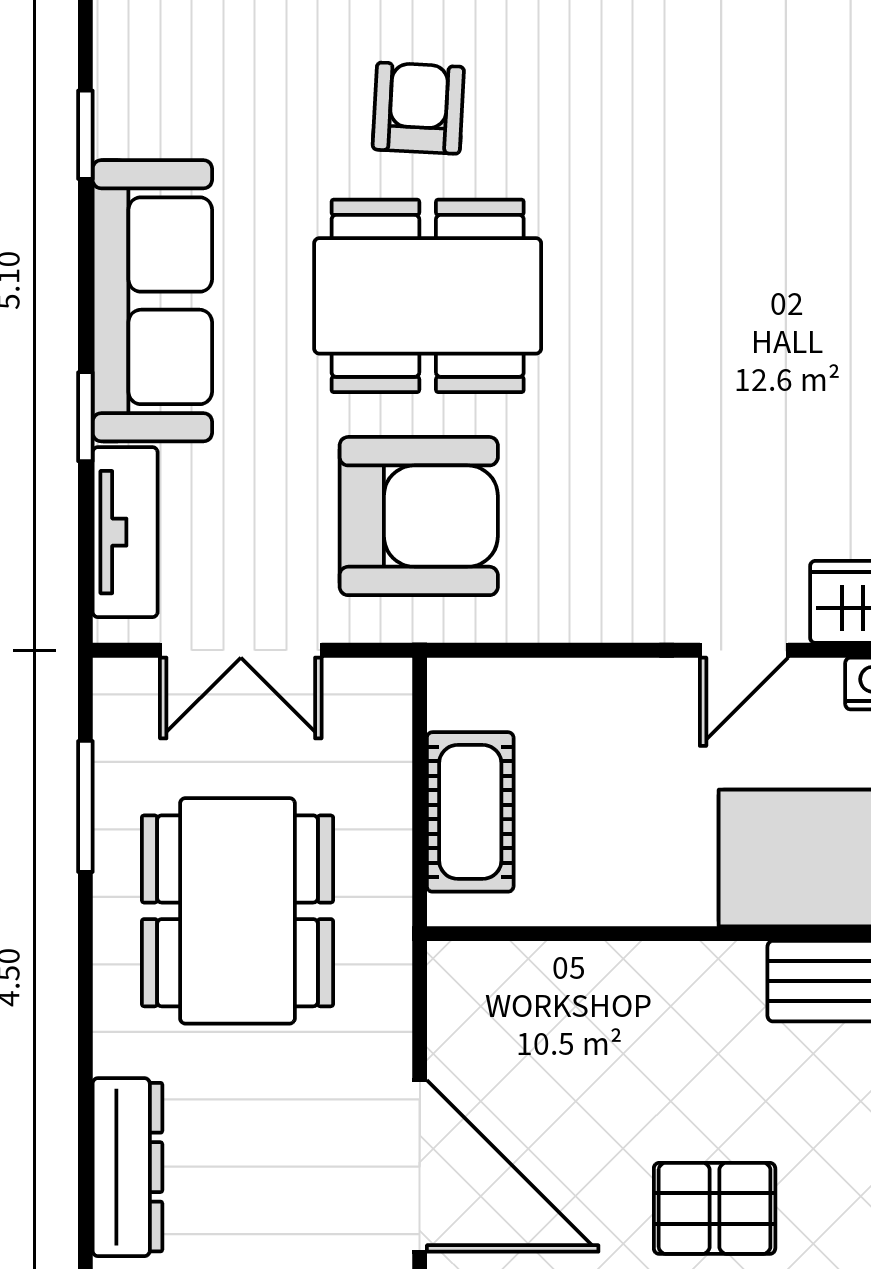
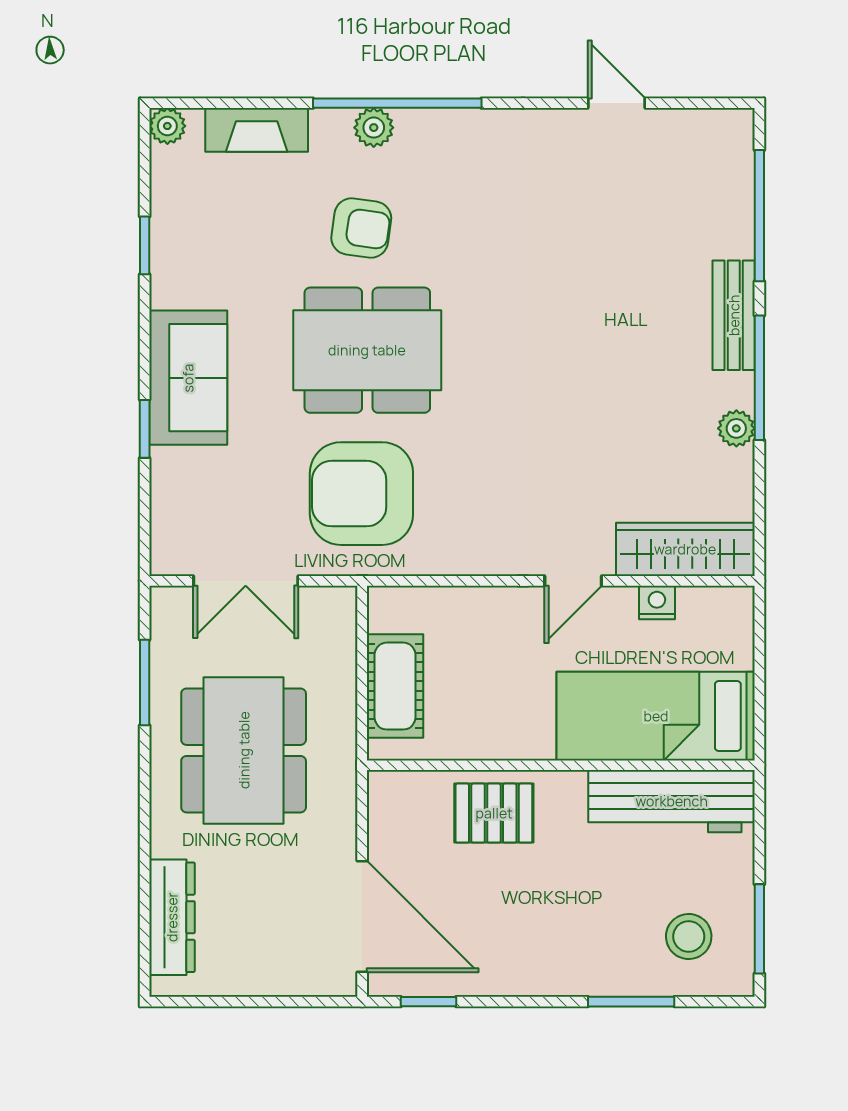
armchair: (418, 108) -> (361, 228), turned 95
sofa: (152, 301) -> (188, 378), width x0.73
armchair: (419, 516) -> (361, 494), turned 180
tv unit: (125, 532) -> (170, 504), removed
pallet: (715, 1208) -> (494, 813), moved

